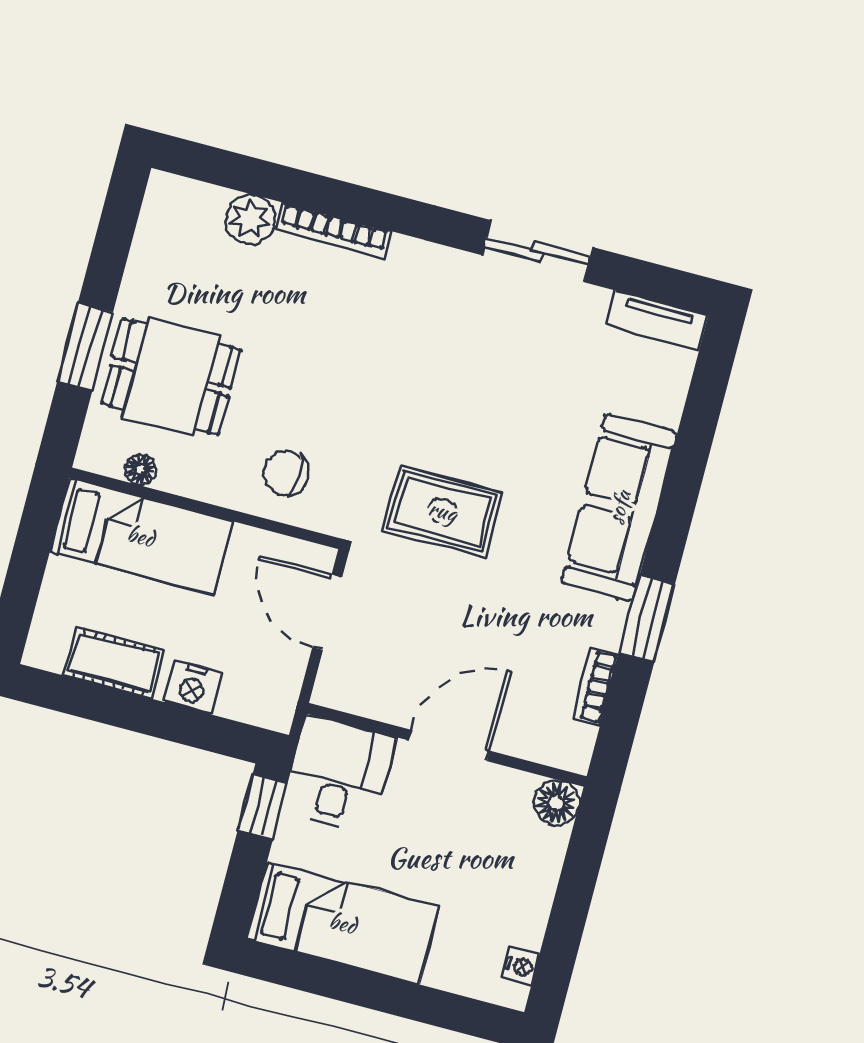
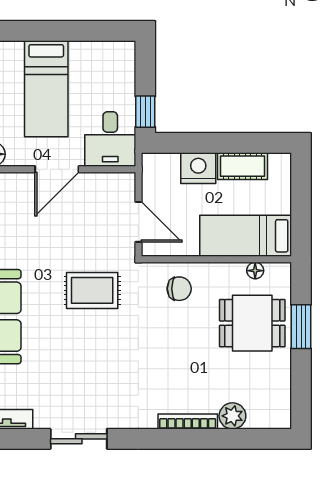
nightstand: (192, 687) -> (198, 168), width x1.36, depth x1.33
bed: (343, 923) -> (46, 89), moved, turned -90

